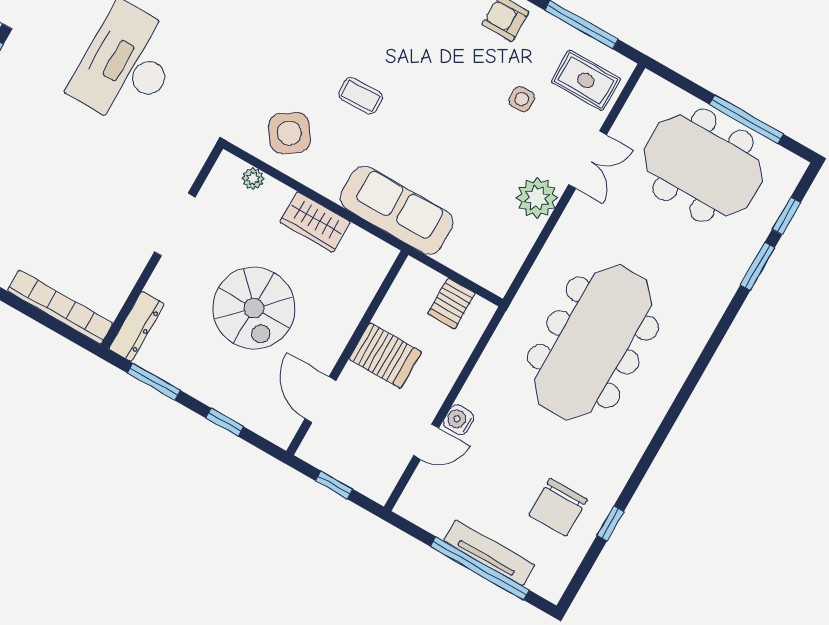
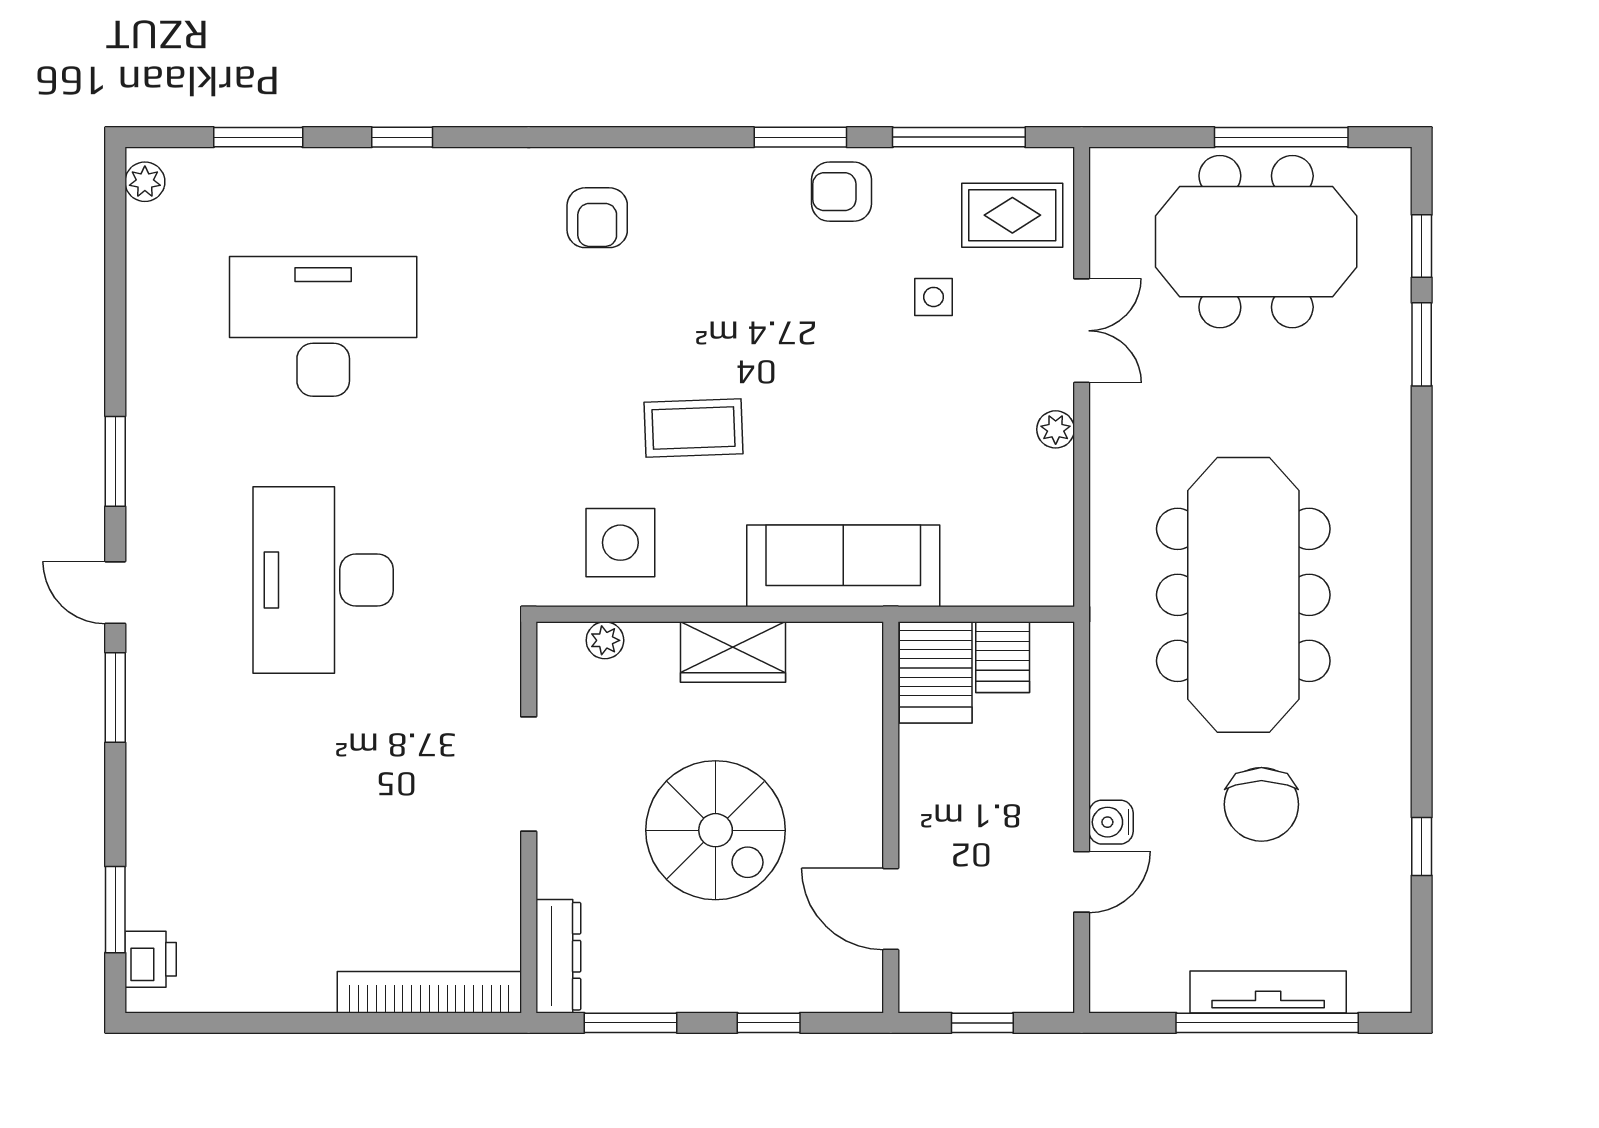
coffee table: (360, 96) -> (694, 428), width x1.36, depth x1.30
side table: (289, 133) -> (620, 543), turned 34
plant: (537, 198) -> (1056, 429), width x0.53, depth x0.53
server rack: (385, 356) -> (936, 672), moved, turned 90
chair: (558, 507) -> (1261, 804), moved

